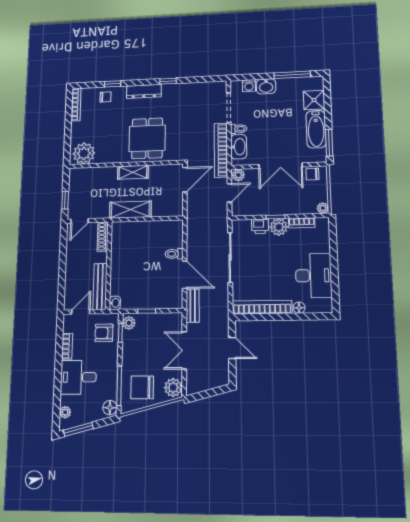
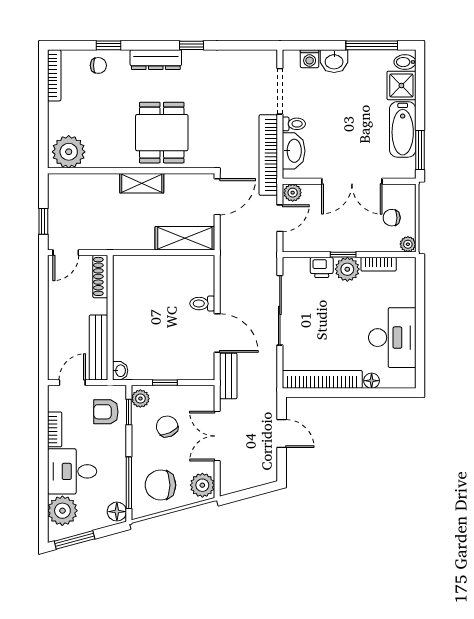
bidet: (316, 84) -> (405, 62), added
chair: (312, 174) -> (392, 218), moved
shelving: (130, 210) -> (185, 238), moved
chair: (148, 343) -> (167, 426), added
plant: (65, 412) -> (62, 511), width x1.88, depth x1.88

